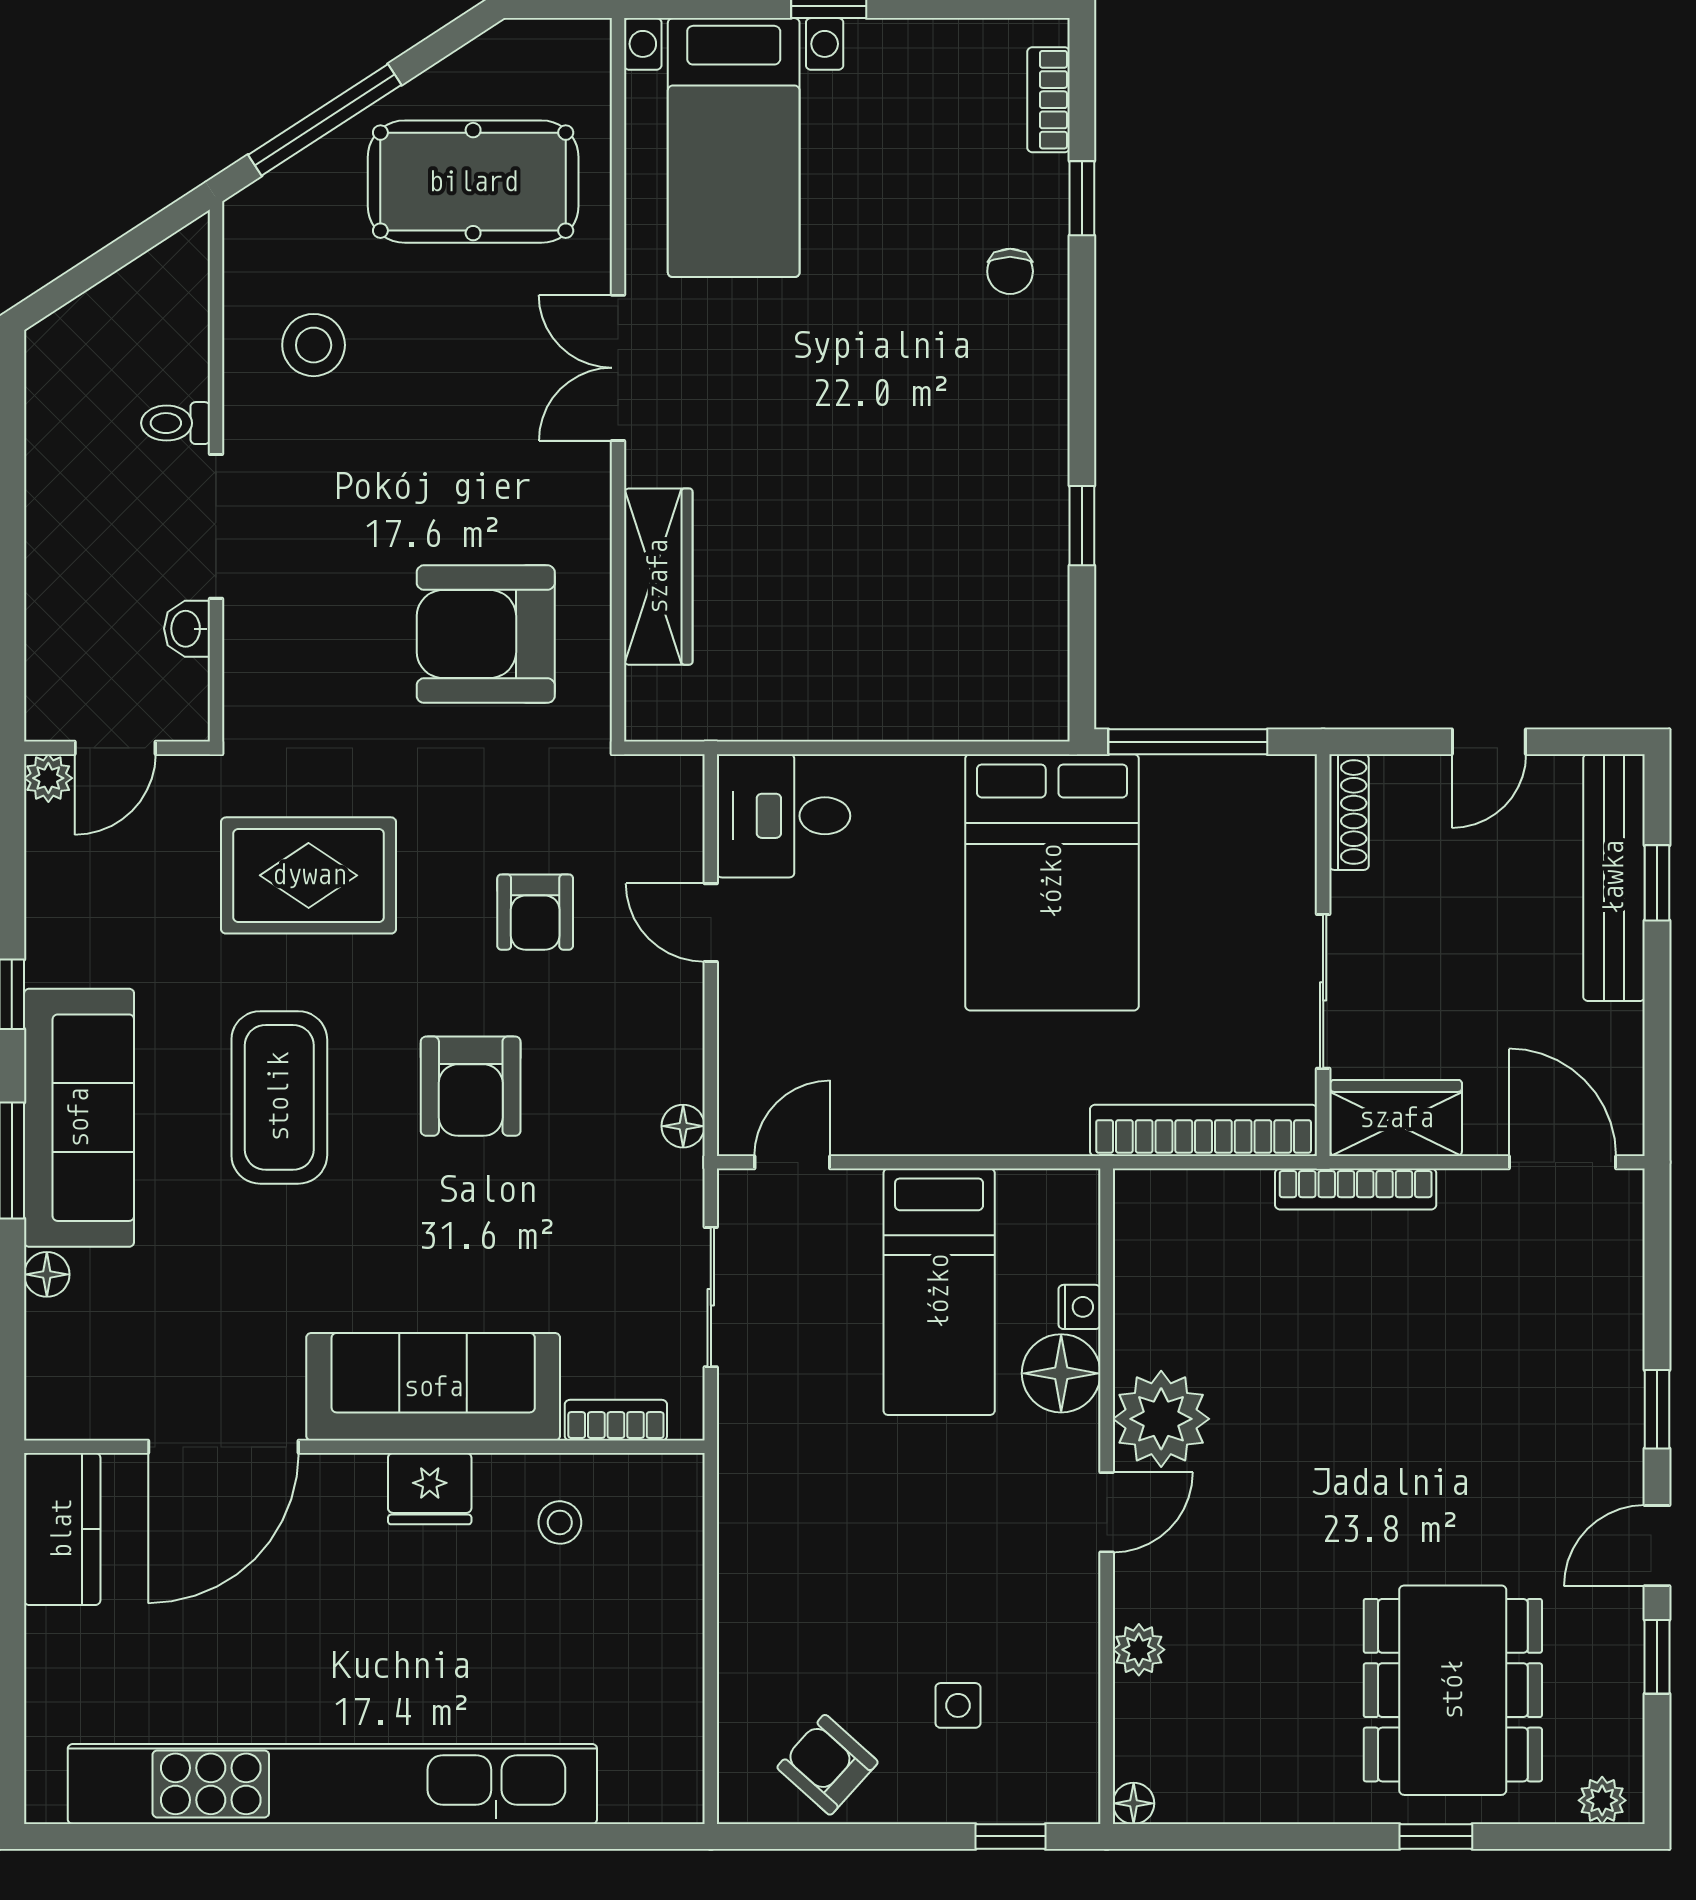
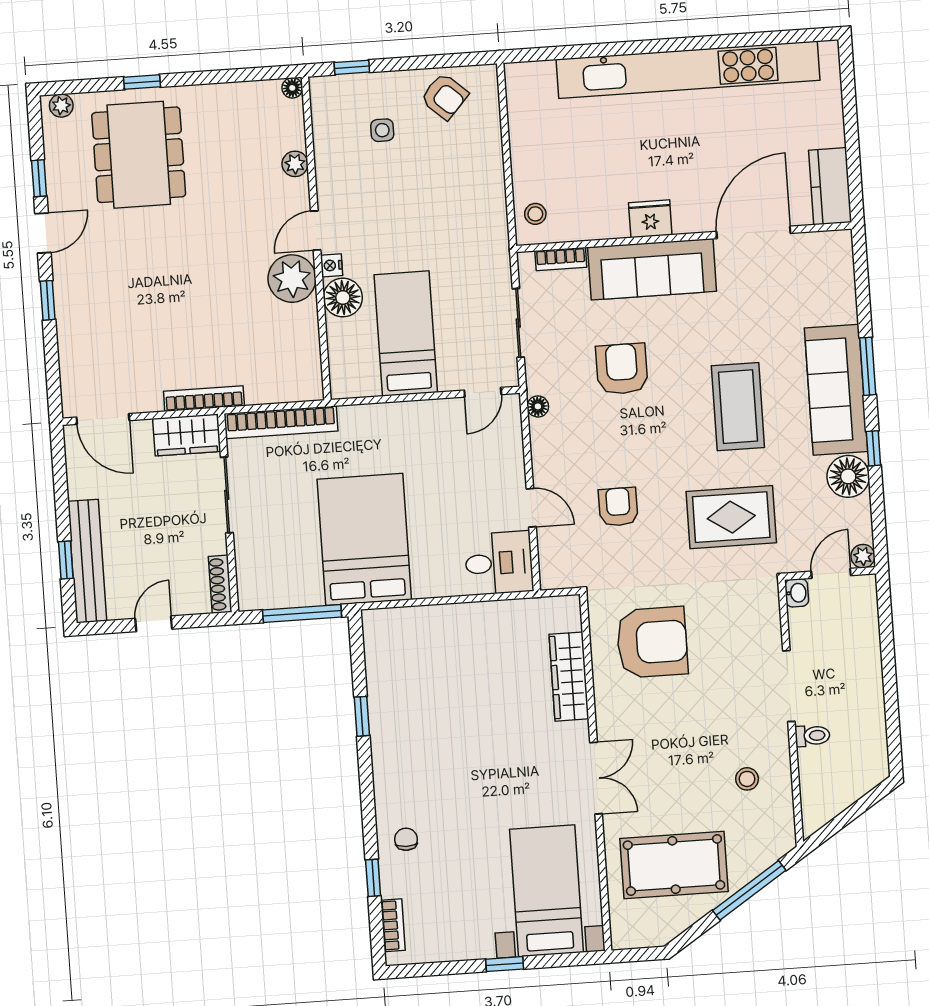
stool: (314, 345) -> (747, 779), width x0.73, depth x0.73
washbasin: (187, 629) -> (797, 593), moved
armchair: (471, 1086) -> (622, 369), moved
floor lamp: (47, 1274) -> (848, 476), moved, width x1.89, depth x1.89
nightstand: (1079, 1307) -> (331, 265), moved
stool: (560, 1522) -> (535, 214), moved

